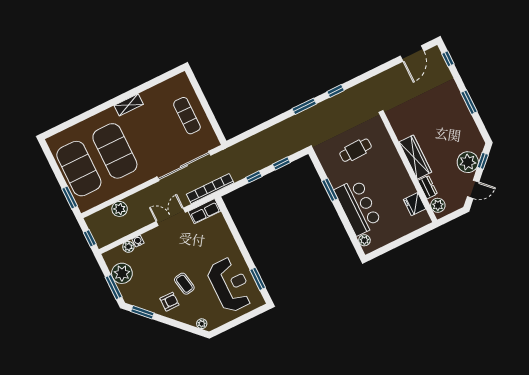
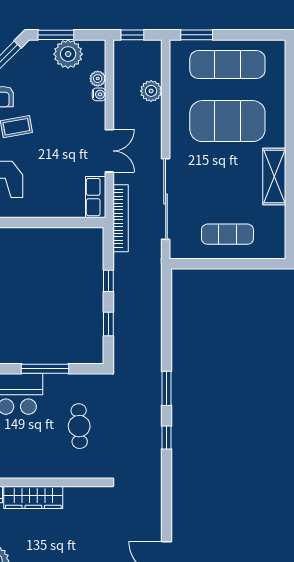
shelving: (129, 105) -> (274, 176), width x1.50, depth x1.33
exercise mat: (79, 169) -> (227, 65), width x0.68
window: (330, 190) -> (45, 369), width x1.44

